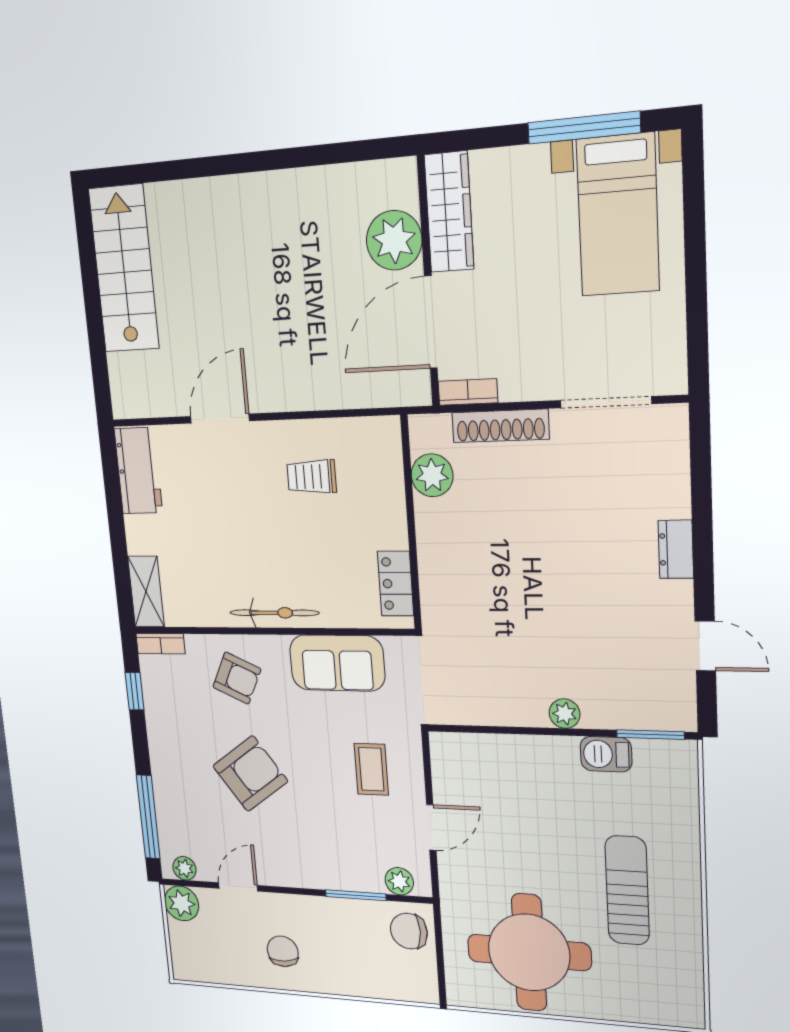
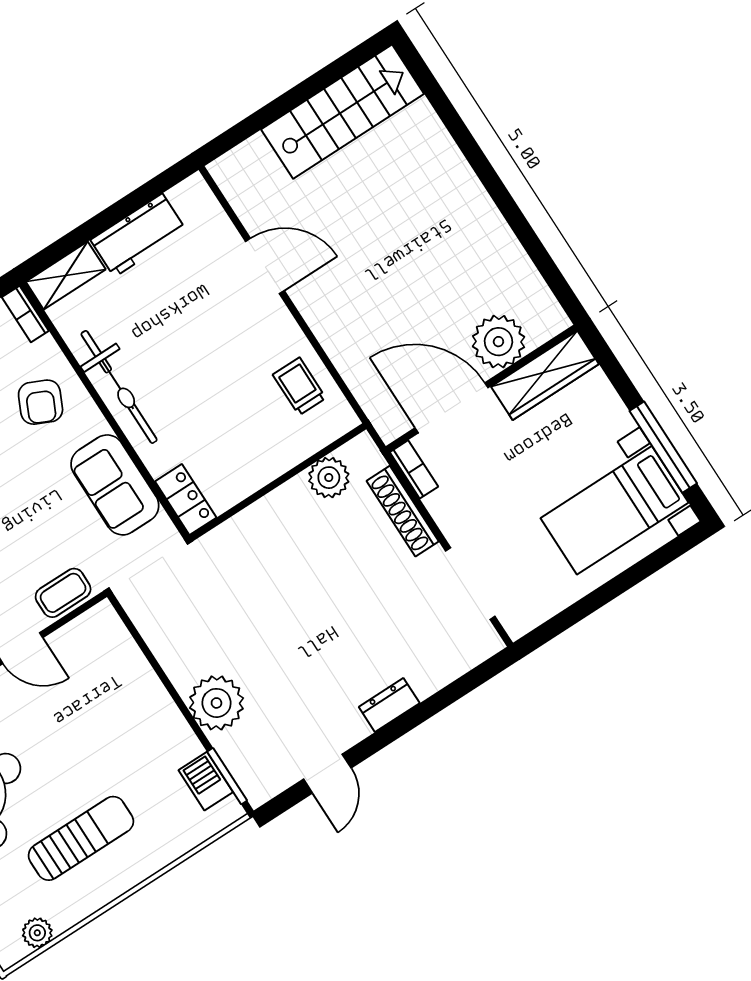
workbench: (138, 471) -> (138, 235), moved
trolley: (312, 477) -> (299, 386), moved
locker: (396, 584) -> (186, 499), moved, turned 90
bicycle: (274, 613) -> (119, 387), width x1.37, depth x1.40
plant: (565, 714) -> (216, 703), width x1.87, depth x1.87
barbecue: (606, 754) -> (206, 781), moved
coffee table: (371, 769) -> (63, 593), moved
plant: (689, 980) -> (37, 933), added

